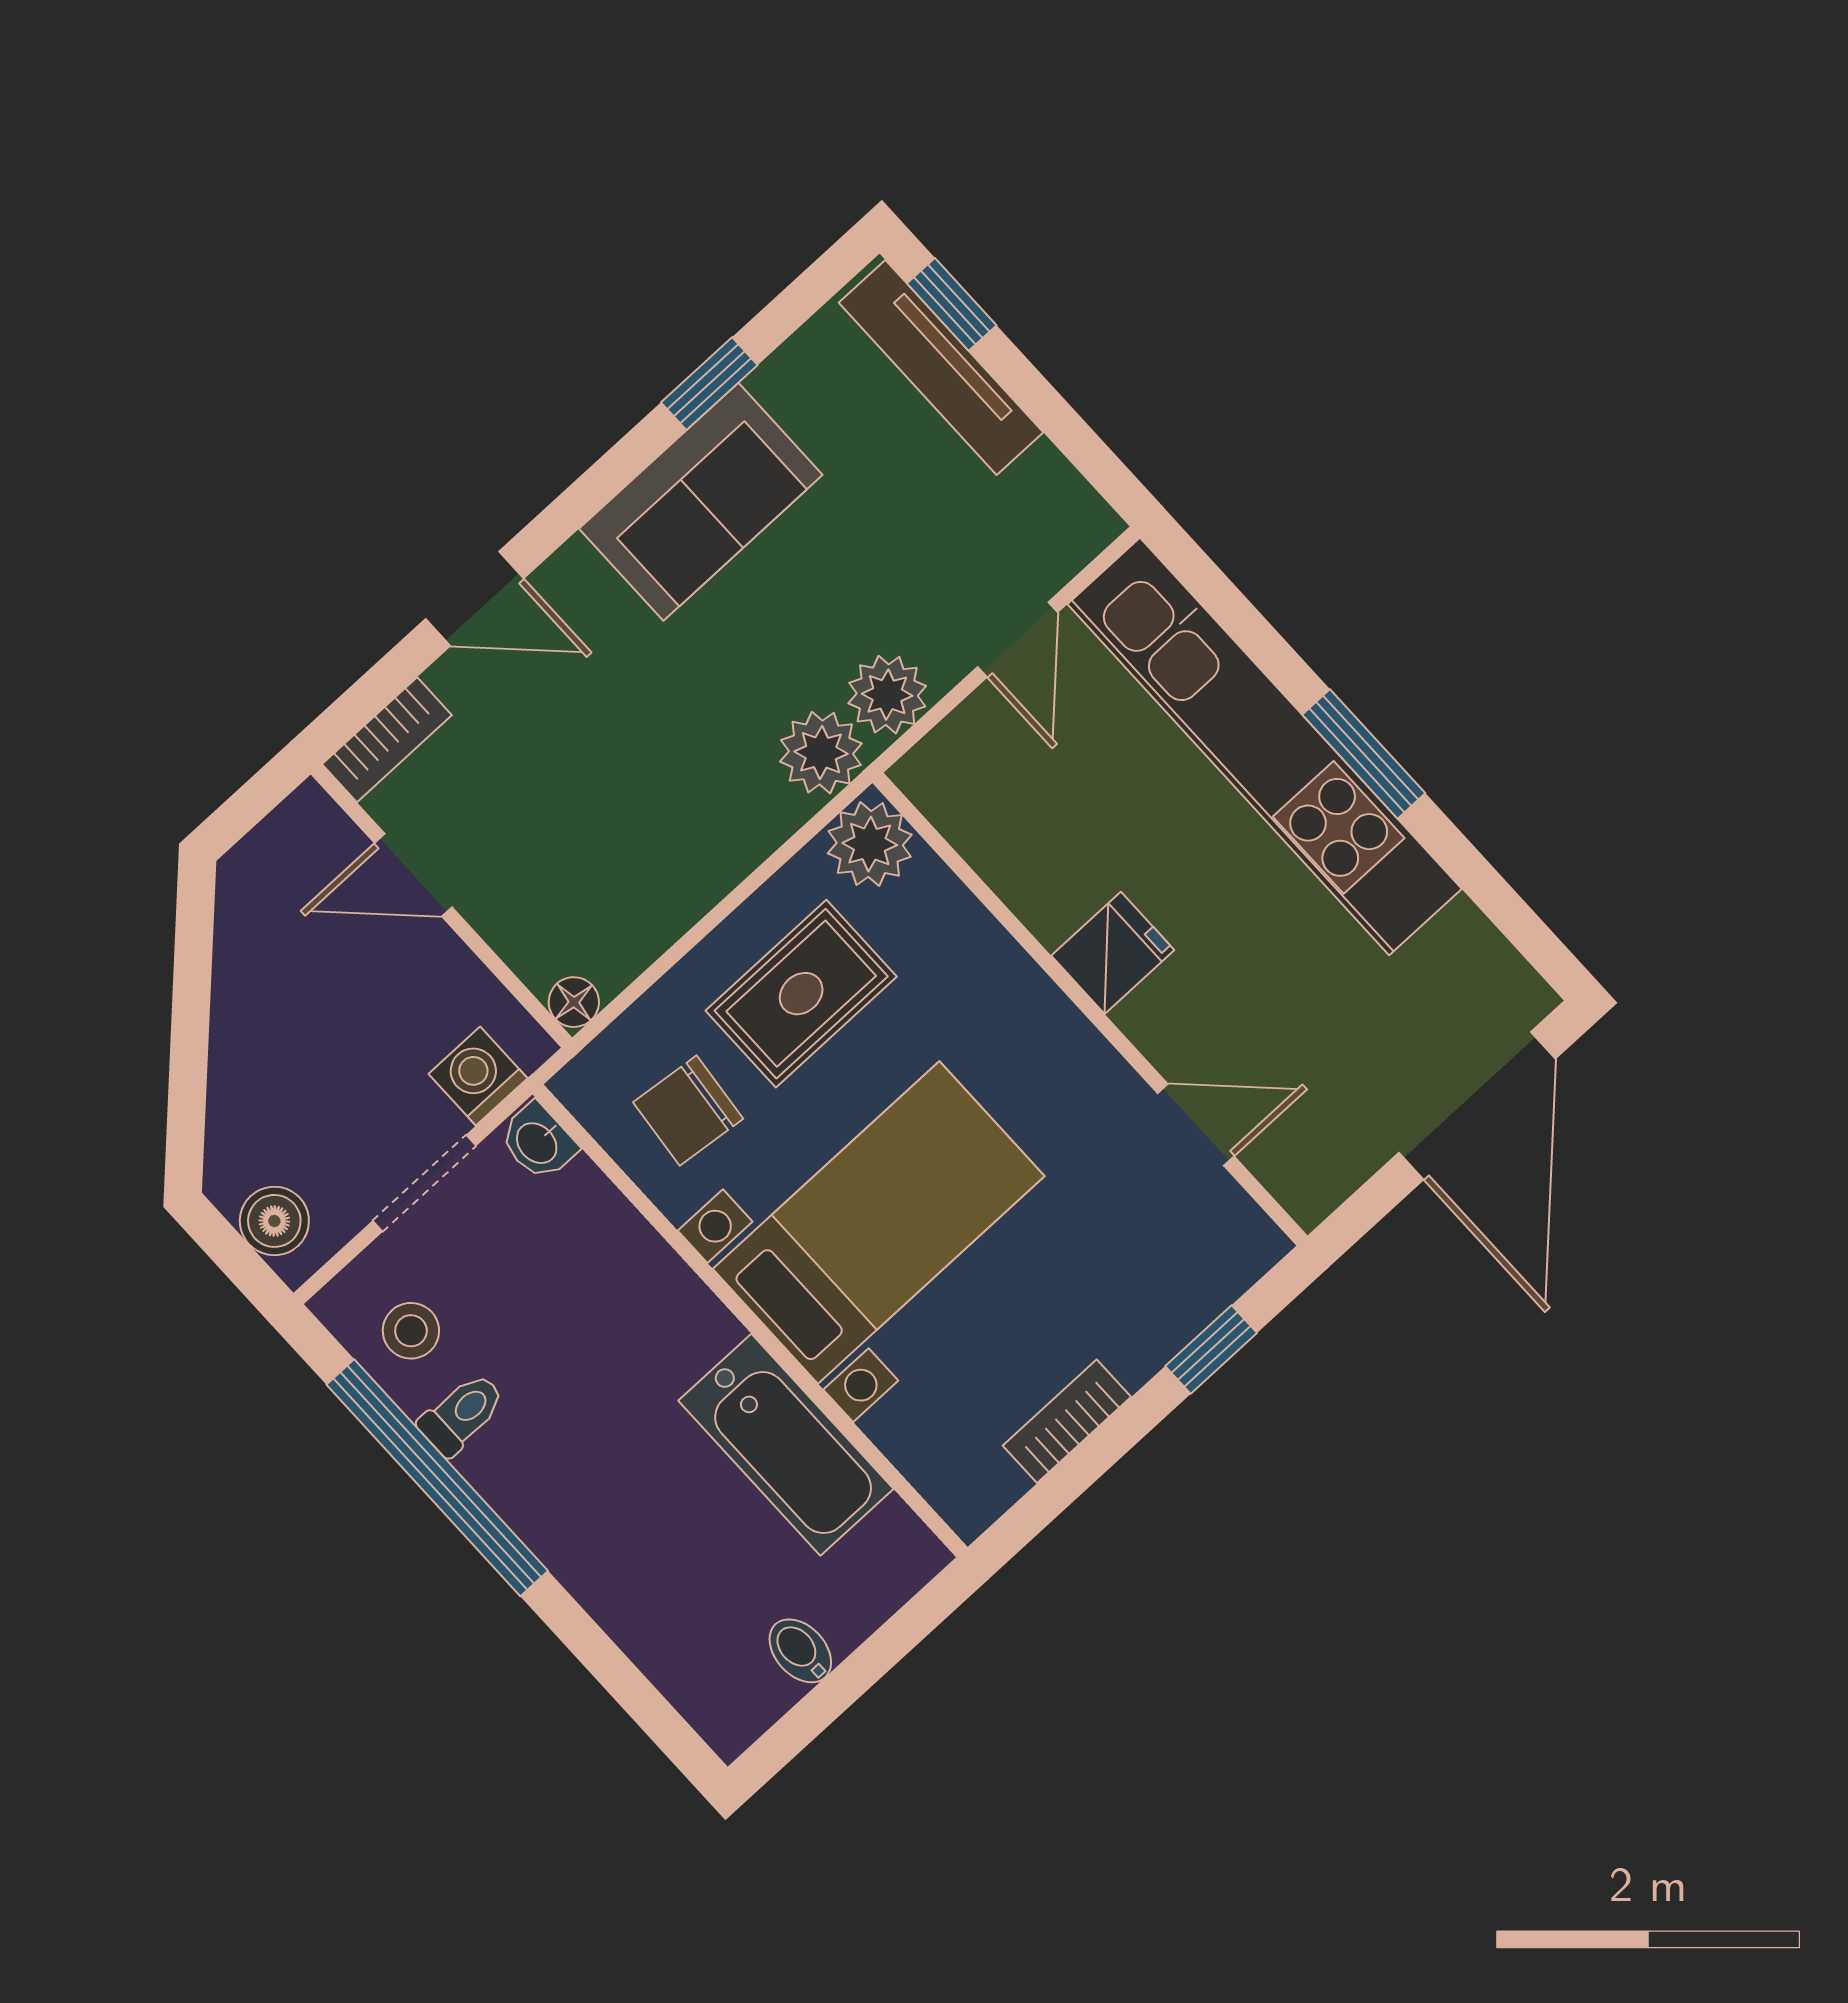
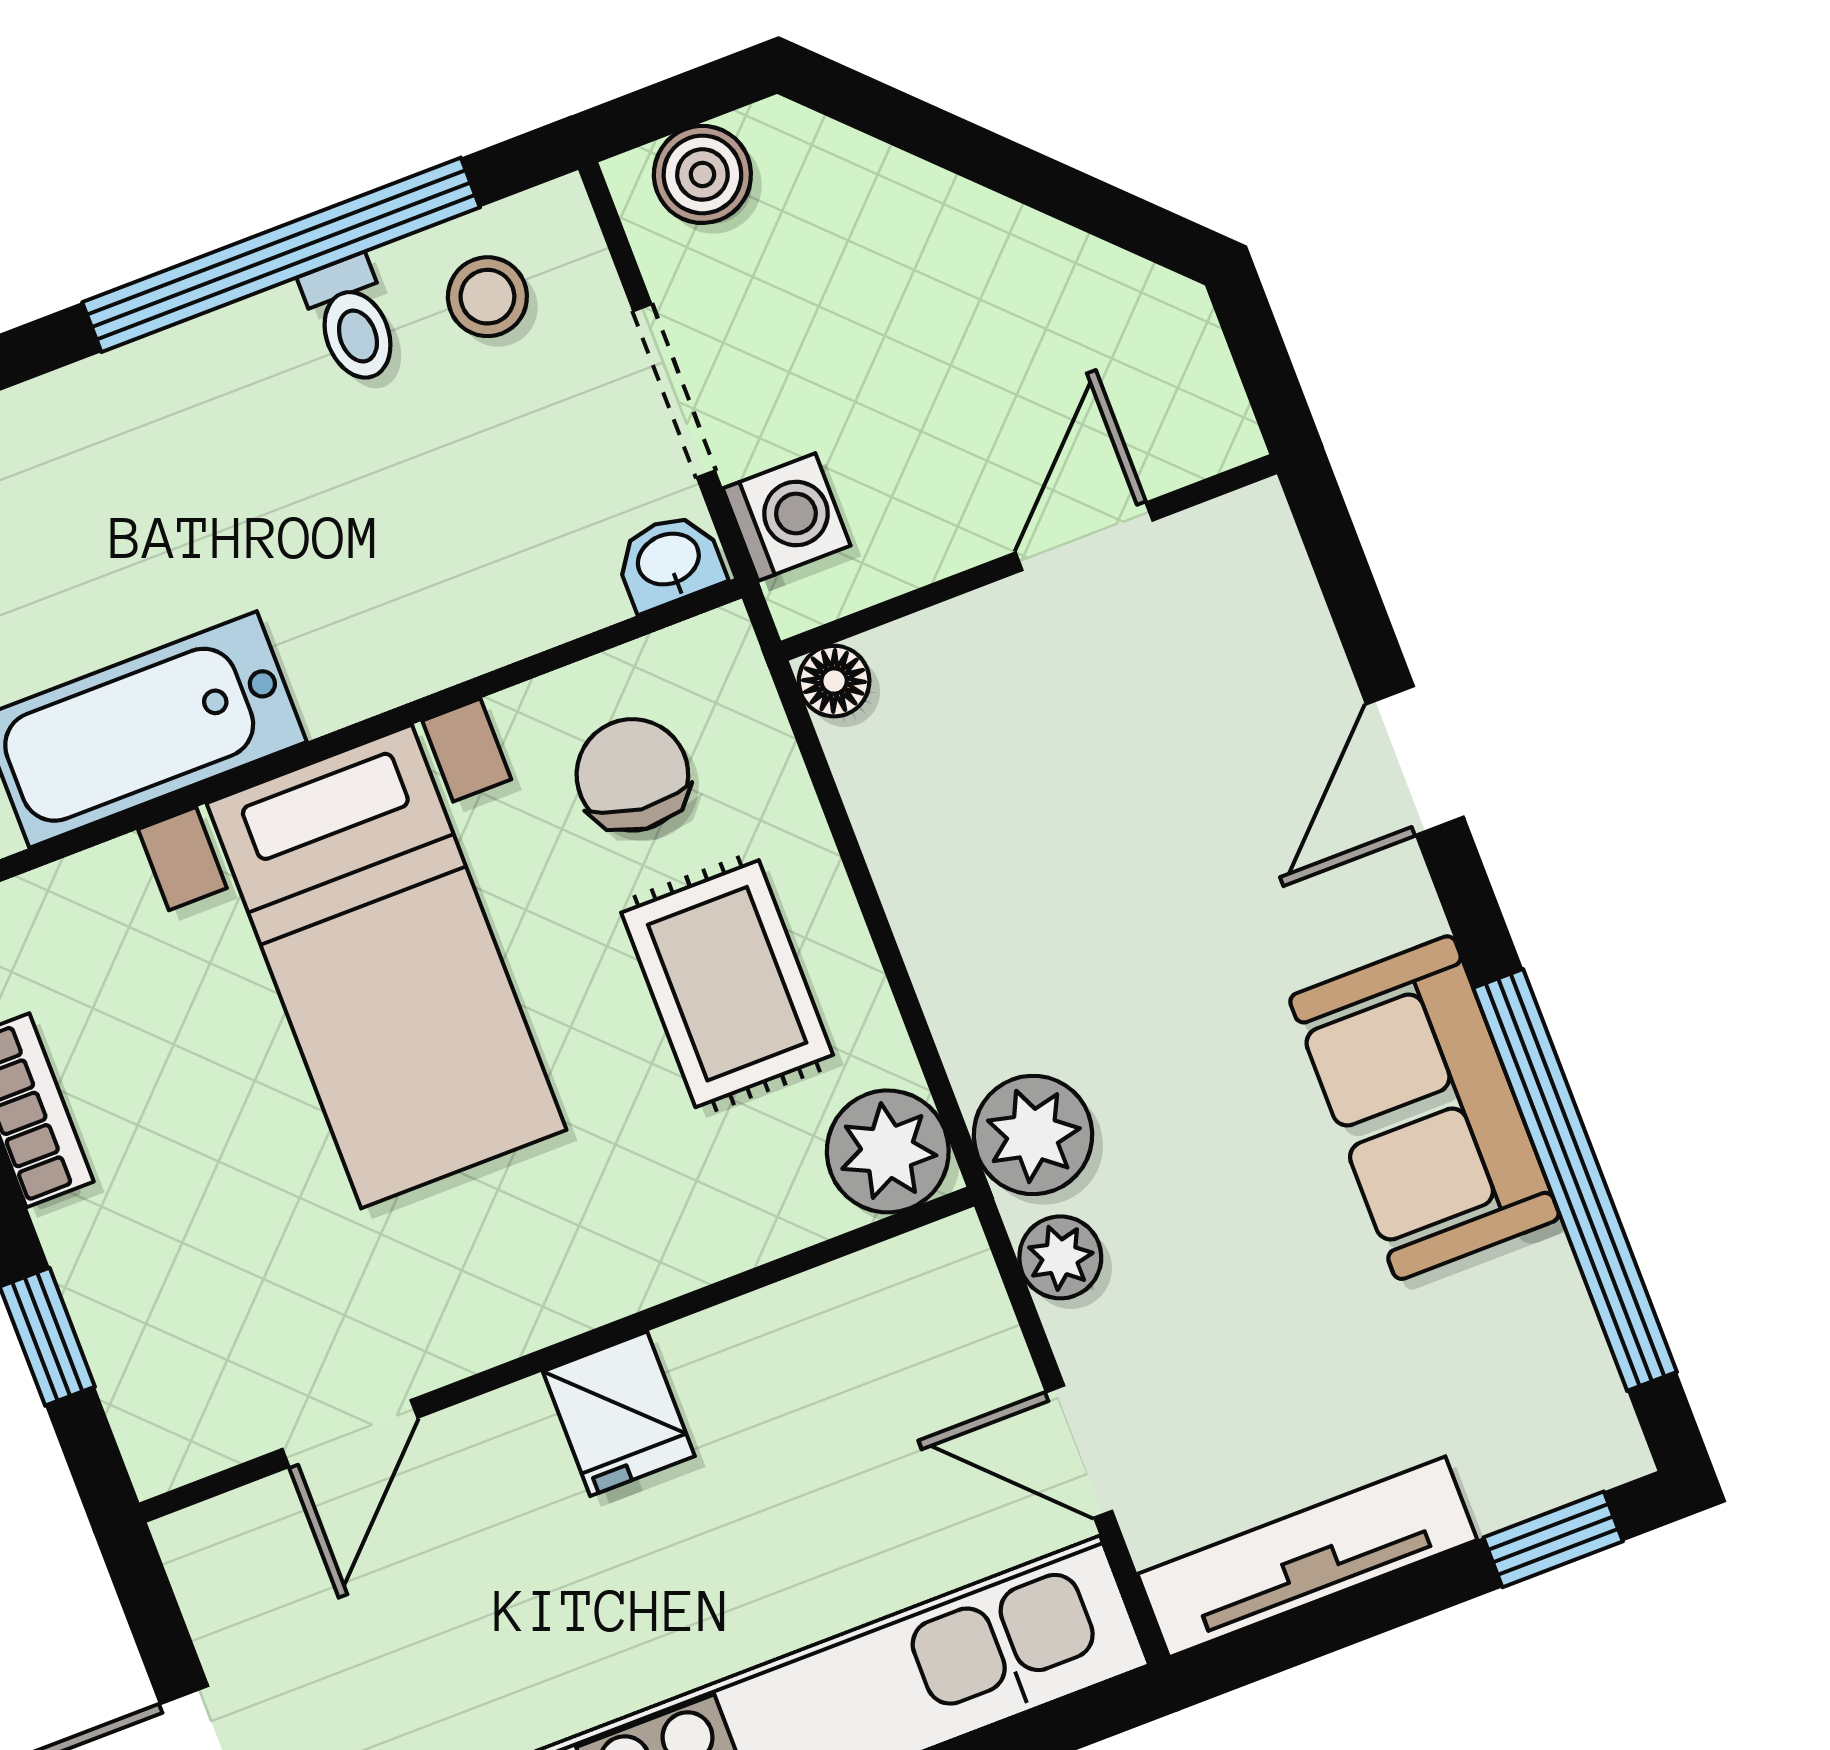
tv unit: (941, 368) -> (1307, 1557), moved
window: (709, 384) -> (1575, 1180), width x3.17
plant: (887, 695) -> (1060, 1257), width x0.73, depth x0.73
bookcase: (387, 740) -> (1275, 572), removed

